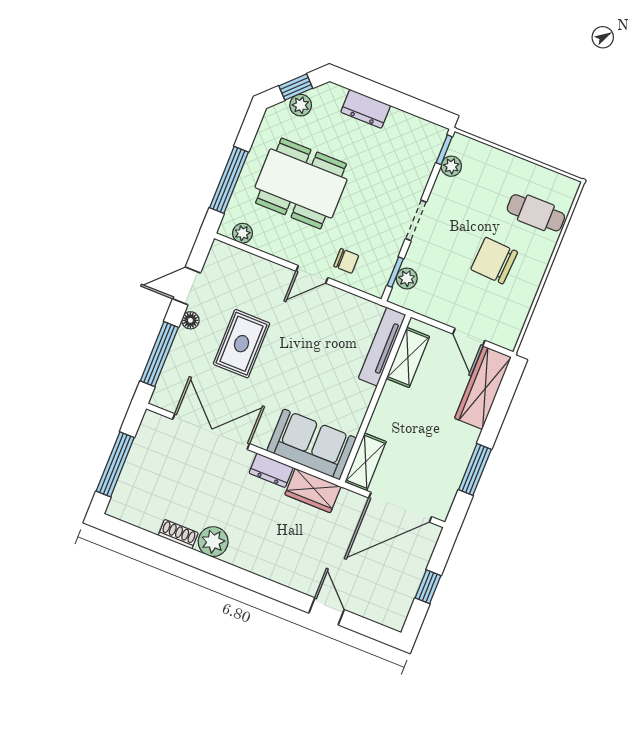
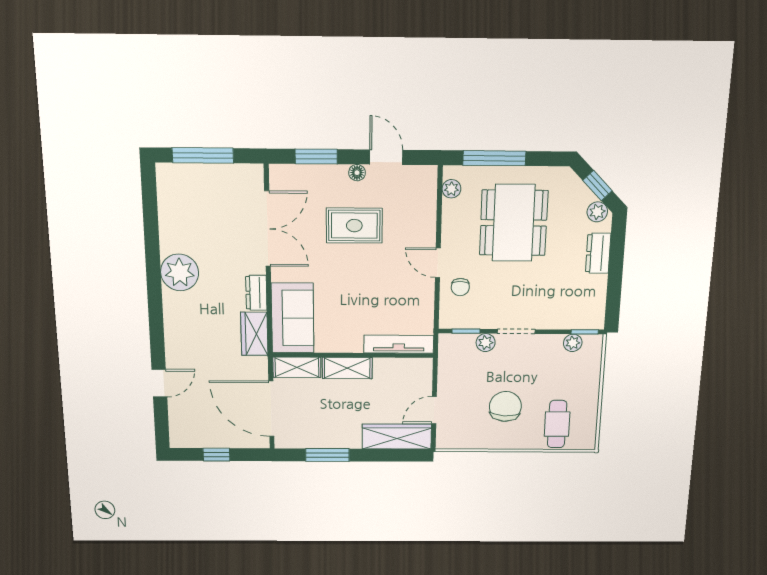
plant: (301, 105) -> (597, 212), moved
plant: (407, 278) -> (486, 343), moved
window: (159, 354) -> (316, 157), width x0.69
shelving: (408, 357) -> (347, 368), moved
shoe rack: (178, 534) -> (167, 235), removed
plant: (213, 542) -> (180, 272), width x1.36, depth x1.36

